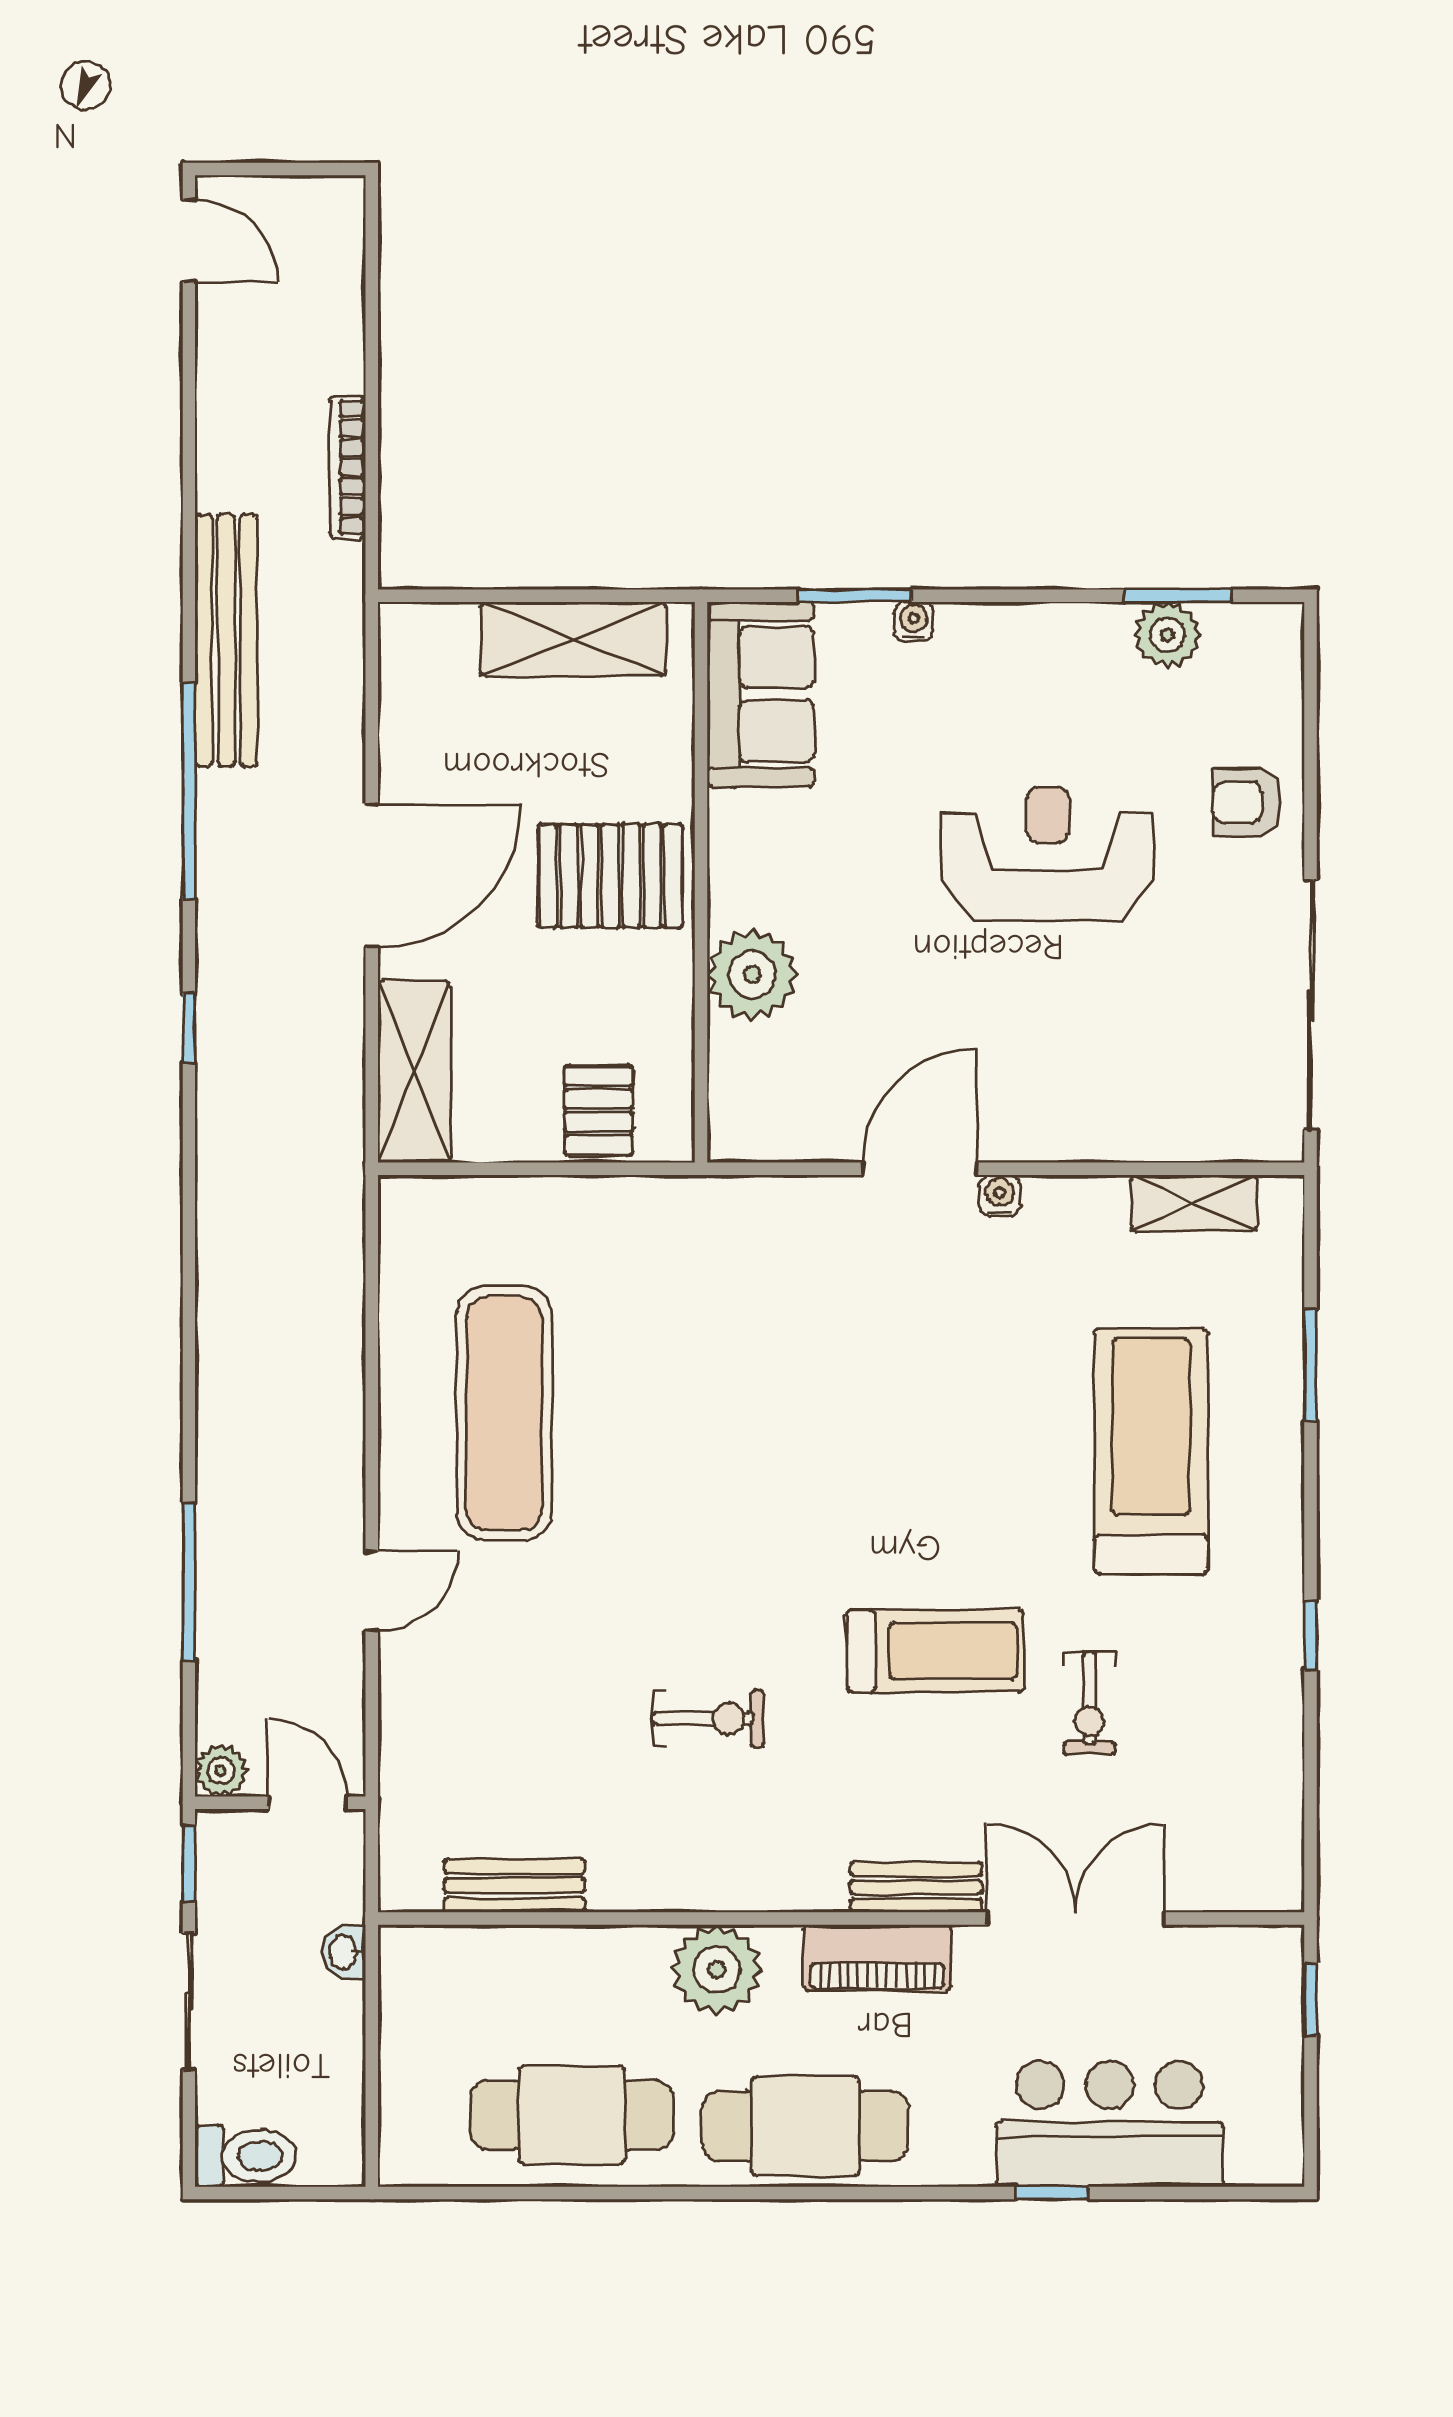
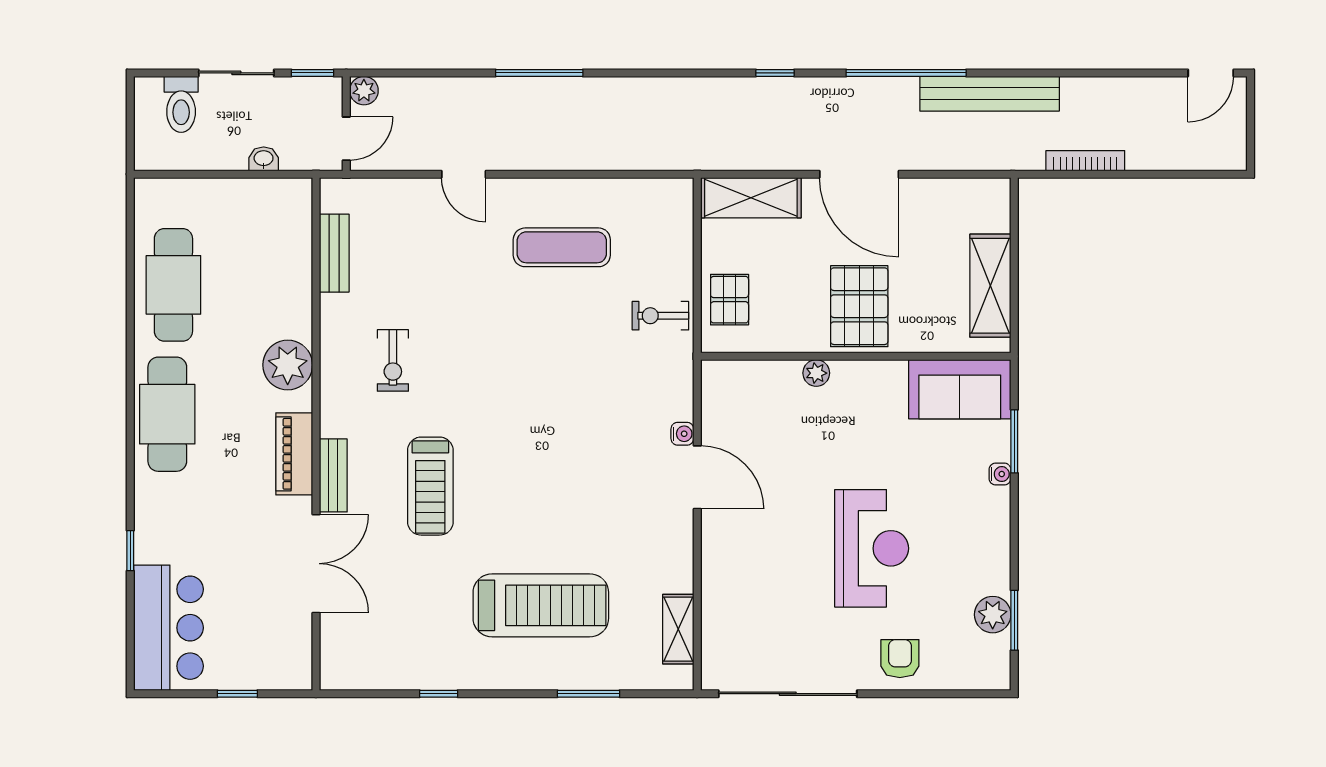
plant: (752, 975) -> (816, 373), width x0.53, depth x0.53
pallet: (599, 1110) -> (730, 300), turned 90
water cooler: (1000, 1196) -> (682, 434), moved
exercise mat: (504, 1413) -> (562, 247), width x0.73, depth x0.69
window: (189, 1582) -> (539, 73), moved
exercise bike: (1089, 1703) -> (660, 316), moved
bench: (514, 1886) -> (334, 253), moved
bench: (916, 1887) -> (333, 475), moved
wall: (841, 1919) -> (316, 434), moved
double door: (1075, 1919) -> (316, 564), moved
piano: (877, 1958) -> (294, 454), moved
plant: (717, 1970) -> (288, 365), moved
bar counter: (1110, 2124) -> (168, 628), moved
toilet: (246, 2156) -> (181, 104), moved

